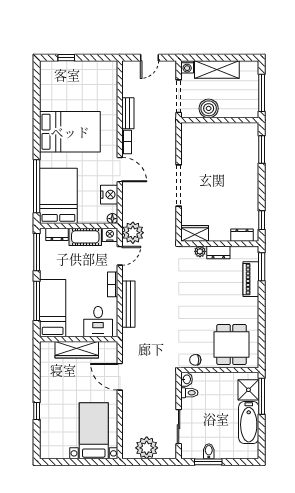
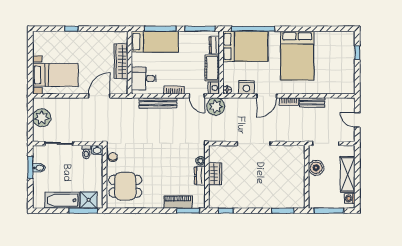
washing machine: (187, 67) -> (350, 198), moved
wardrobe: (195, 233) -> (215, 174), moved
dresser: (242, 235) -> (214, 195), removed

